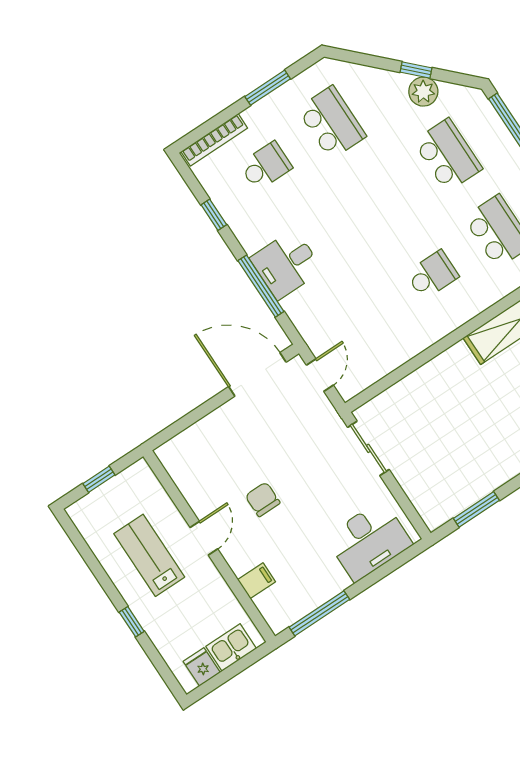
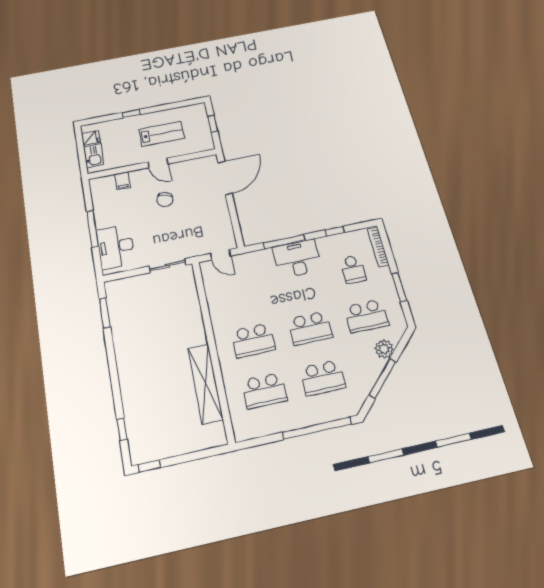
window: (416, 70) -> (382, 379), width x2.17
plant: (423, 92) -> (384, 349), moved
school desk: (382, 199) -> (310, 328), added
desk: (286, 264) -> (297, 259), width x1.37
school desk: (432, 275) -> (253, 340), width x1.85
door: (257, 374) -> (225, 178), moved
chair: (263, 499) -> (165, 200), turned 105
window: (319, 613) -> (92, 229), moved

